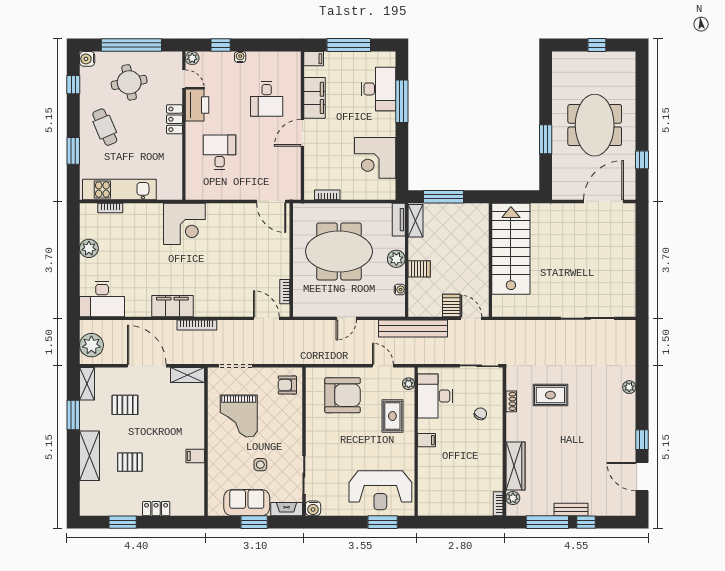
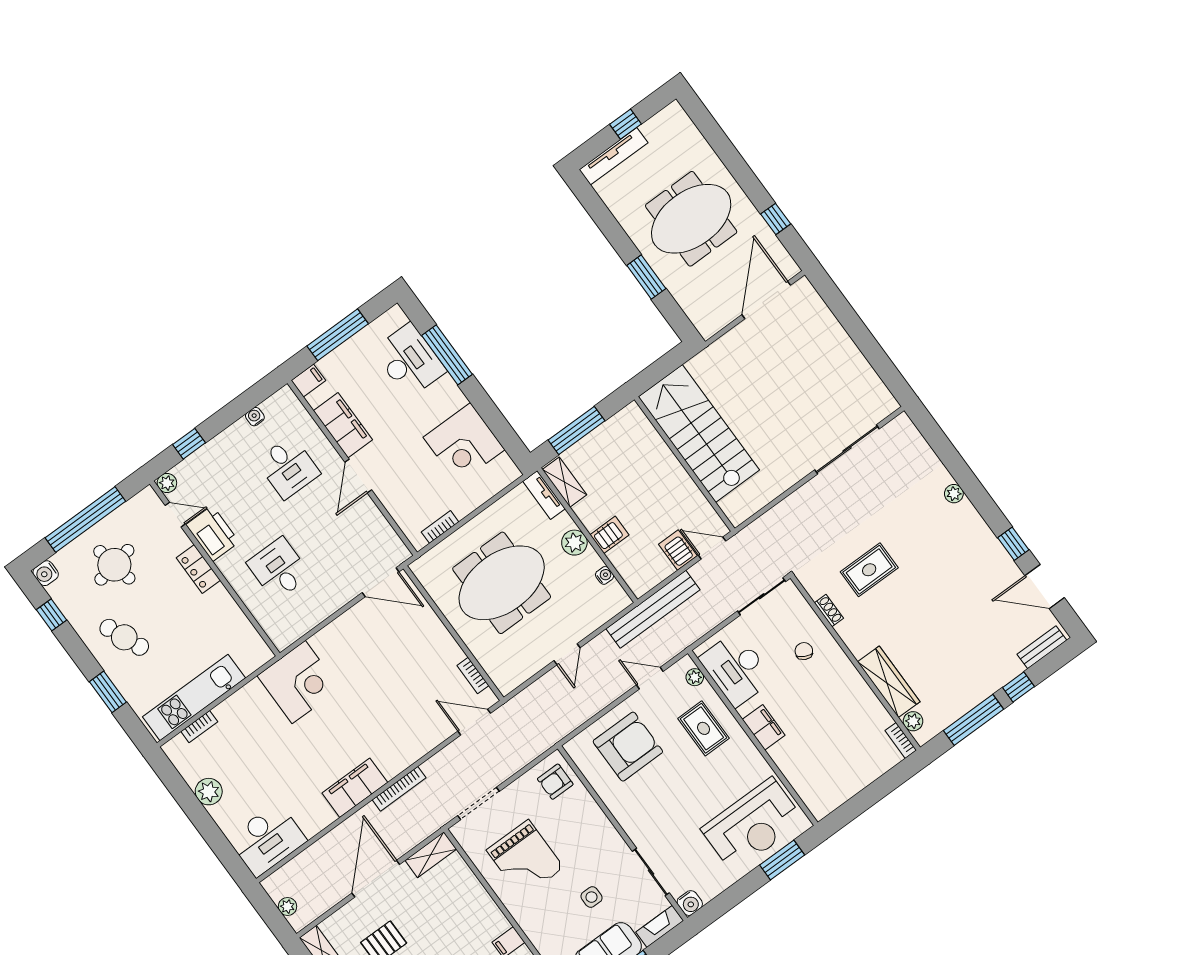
water cooler: (240, 57) -> (255, 417), moved
tv unit: (577, 58) -> (613, 156), added
meeting table: (595, 125) -> (691, 219), turned 90
plant: (91, 345) -> (287, 907), width x0.53, depth x0.53
door: (147, 366) -> (376, 879), hinge flipped
filing cabinet: (427, 440) -> (764, 727), width x2.00
bench: (571, 509) -> (1042, 647), moved

